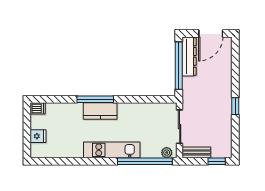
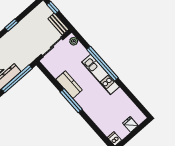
window: (95, 99) -> (71, 101), moved
kitchen counter: (100, 111) -> (69, 85), moved
window: (145, 161) -> (103, 64), moved

